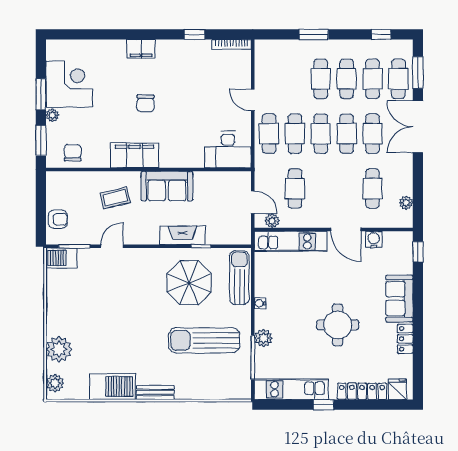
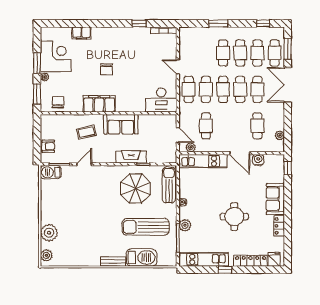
filing cabinet: (141, 49) -> (81, 33), moved
barbecue: (112, 387) -> (142, 258), moved

